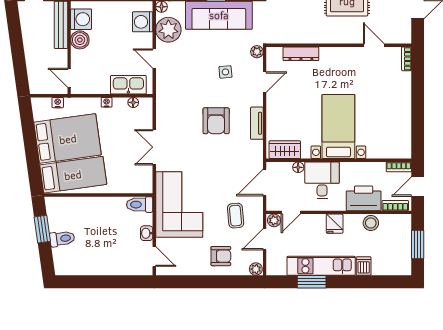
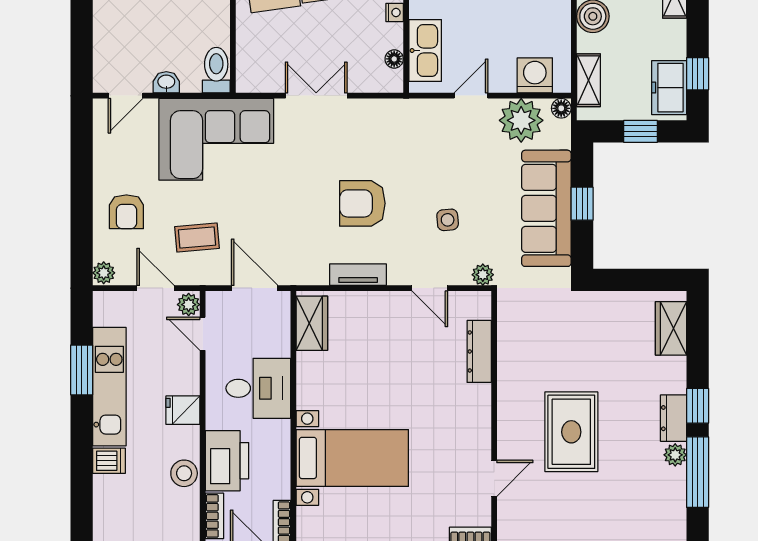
bed with nightstands: (338, 127) -> (352, 458), moved
floor lamp: (298, 167) -> (281, 347), removed

